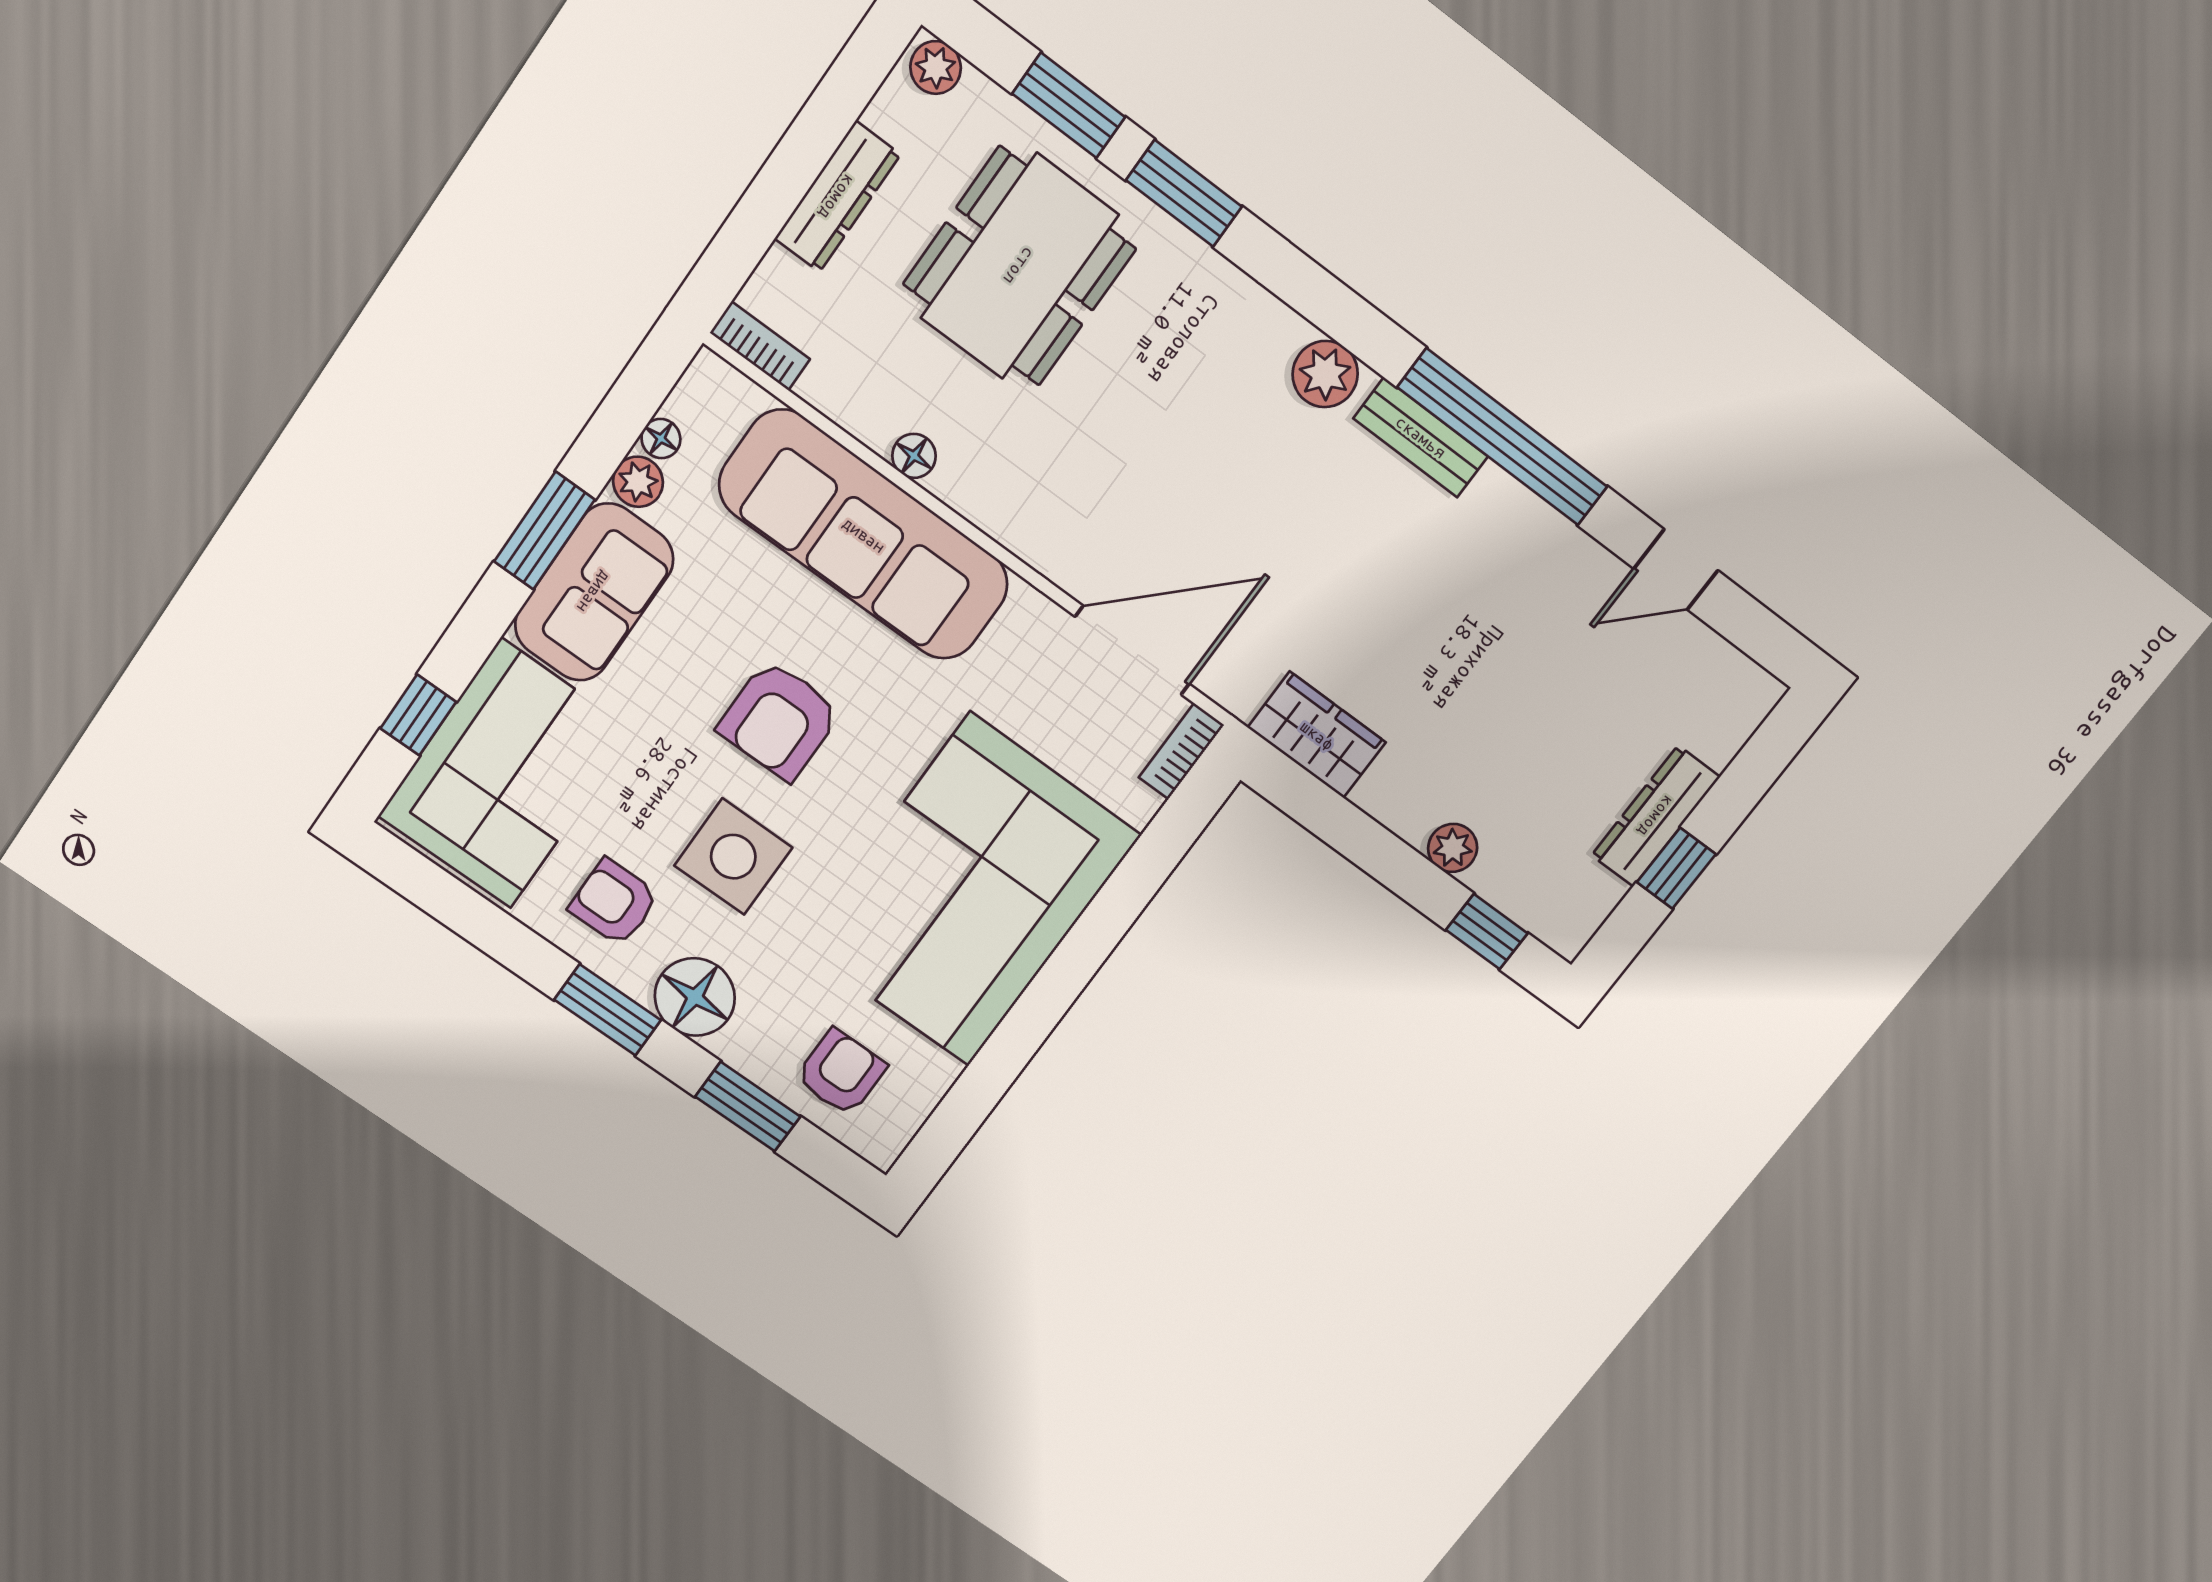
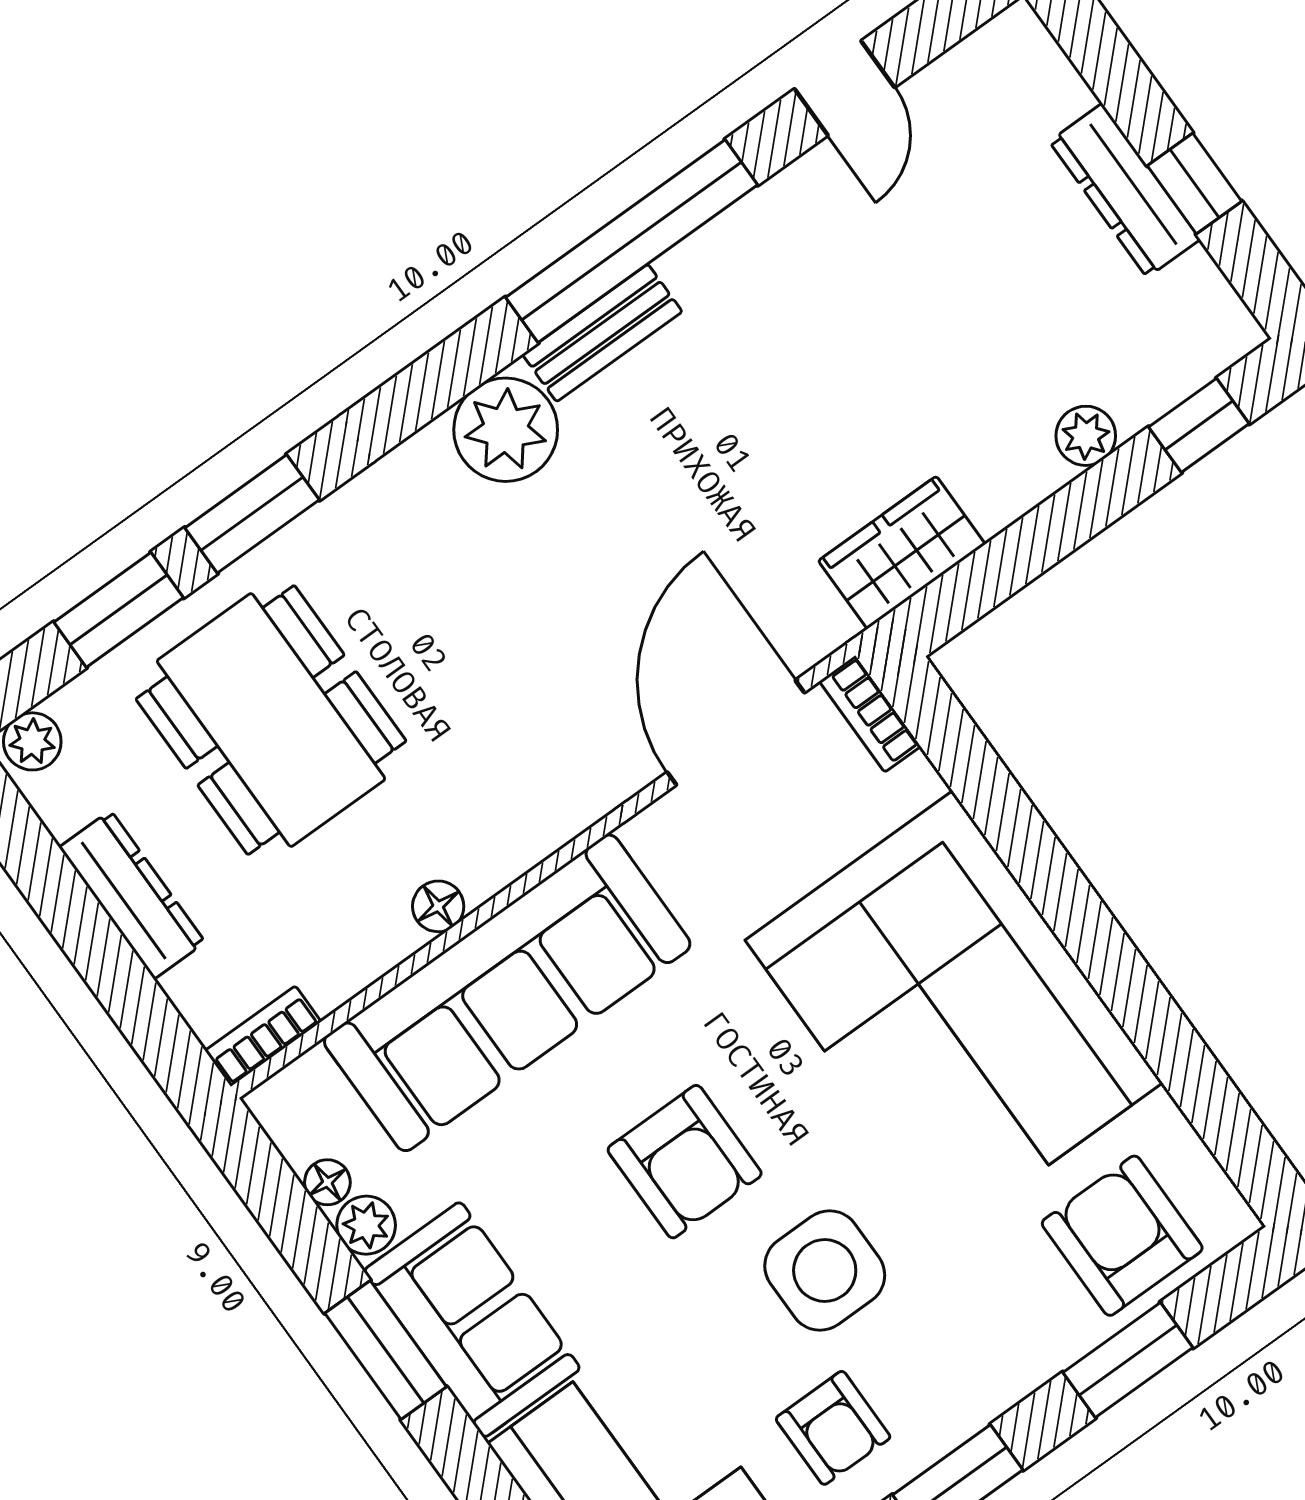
plant: (1325, 374) -> (506, 430), width x1.36, depth x1.36
armchair: (614, 902) -> (833, 1428), turned -90
floor lamp: (695, 997) -> (976, 1375), removed
armchair: (841, 1072) -> (1122, 1236), width x1.38, depth x1.38

